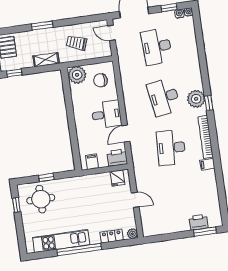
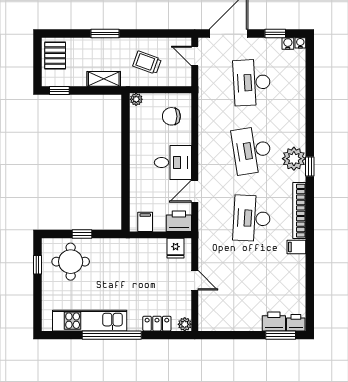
plant: (77, 75) -> (136, 99), width x0.53, depth x0.53
printer: (215, 221) -> (296, 323), added

